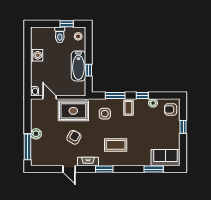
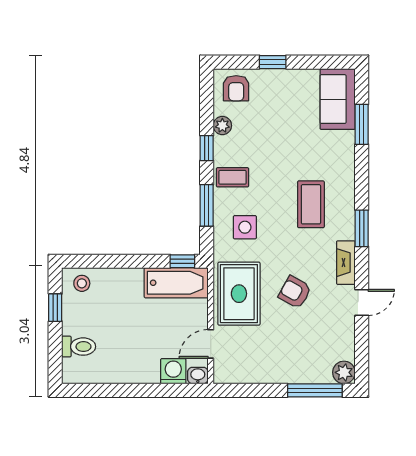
toilet: (60, 35) -> (79, 347), moved
washing machine: (37, 55) -> (173, 371), moved
bathtub: (78, 66) -> (176, 283), moved
window: (89, 70) -> (182, 261), moved
plant: (36, 134) -> (344, 372), moved

